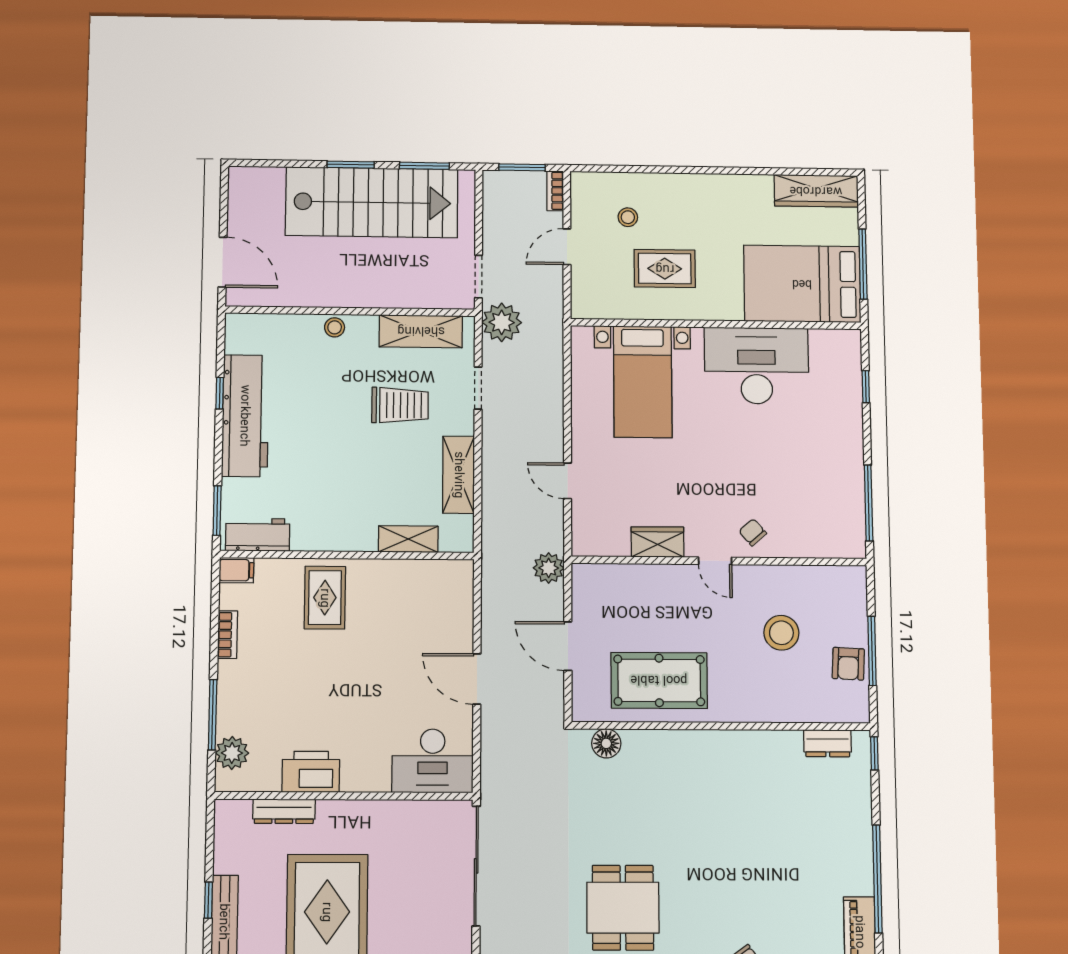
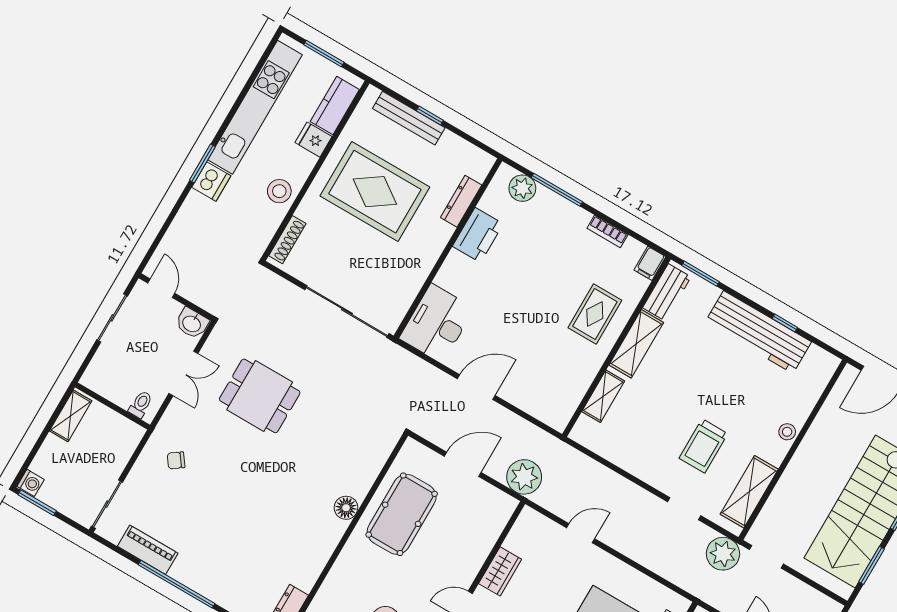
shelving: (459, 475) -> (636, 344), moved, turned 90
plant: (549, 568) -> (524, 477), width x1.36, depth x1.36
rug: (325, 598) -> (595, 314), turned 90
floor lamp: (606, 743) -> (346, 508), moved

